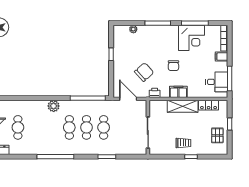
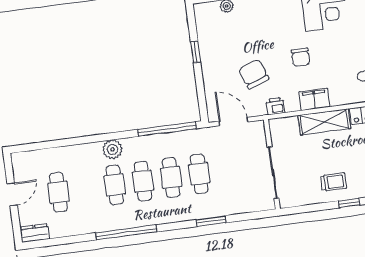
chair: (144, 72) -> (254, 74), turned -69
cafe table: (52, 127) -> (115, 185), added

